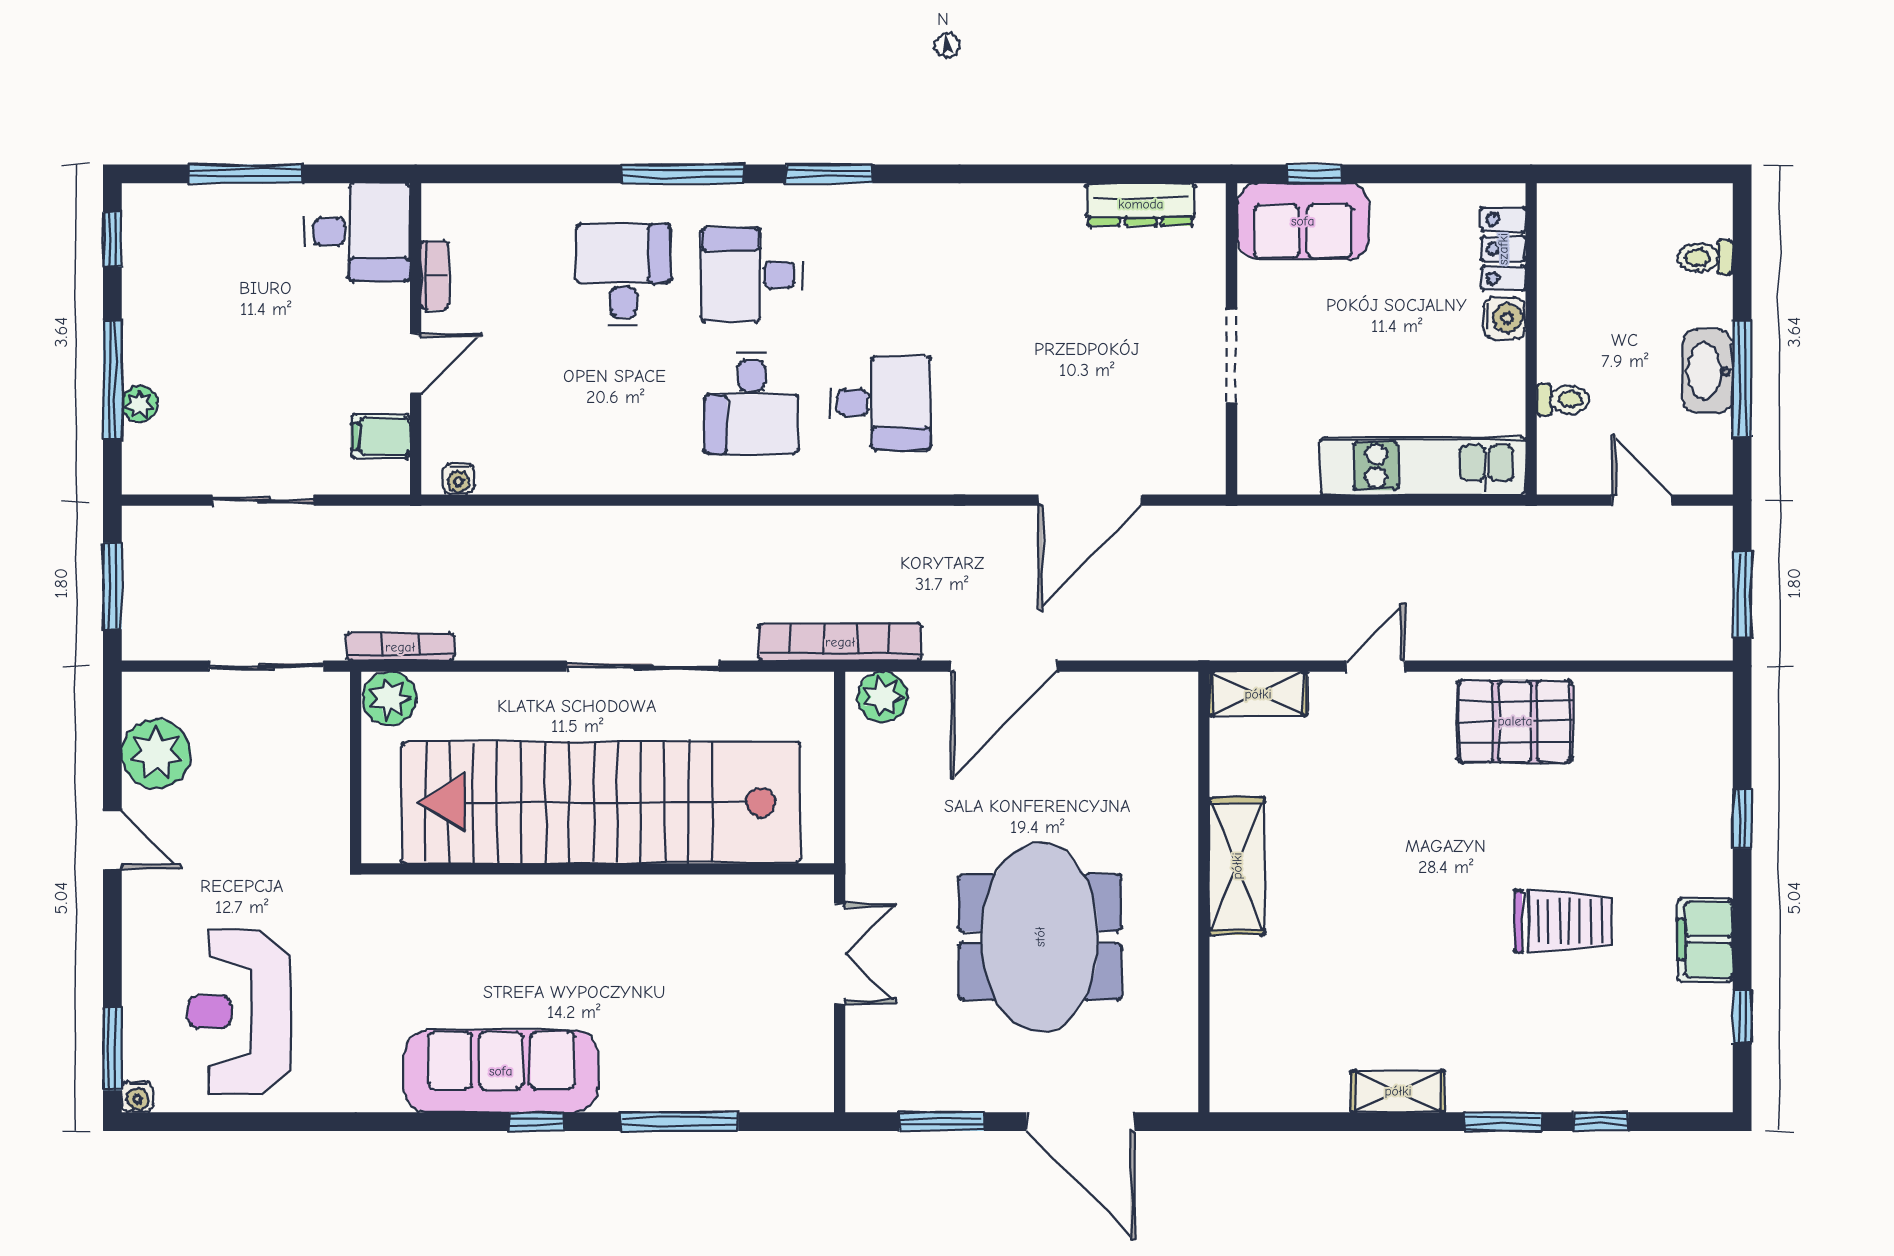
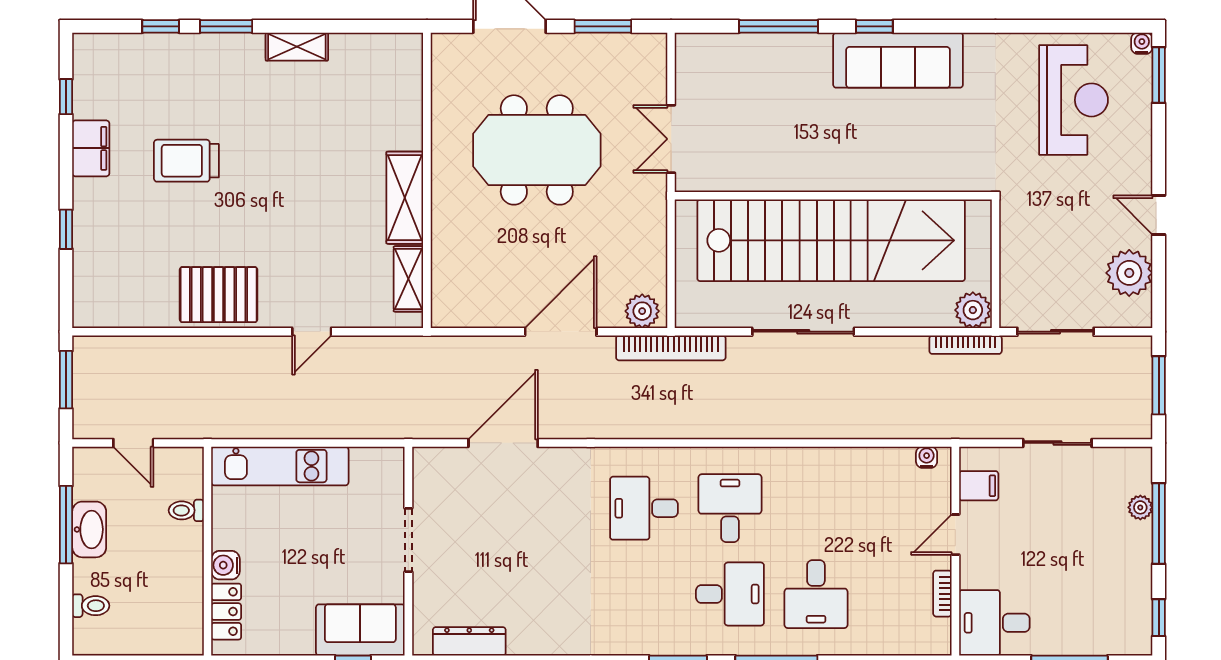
shelving: (1258, 694) -> (408, 279), moved, turned 90
meeting table: (1040, 937) -> (537, 150), turned 90

